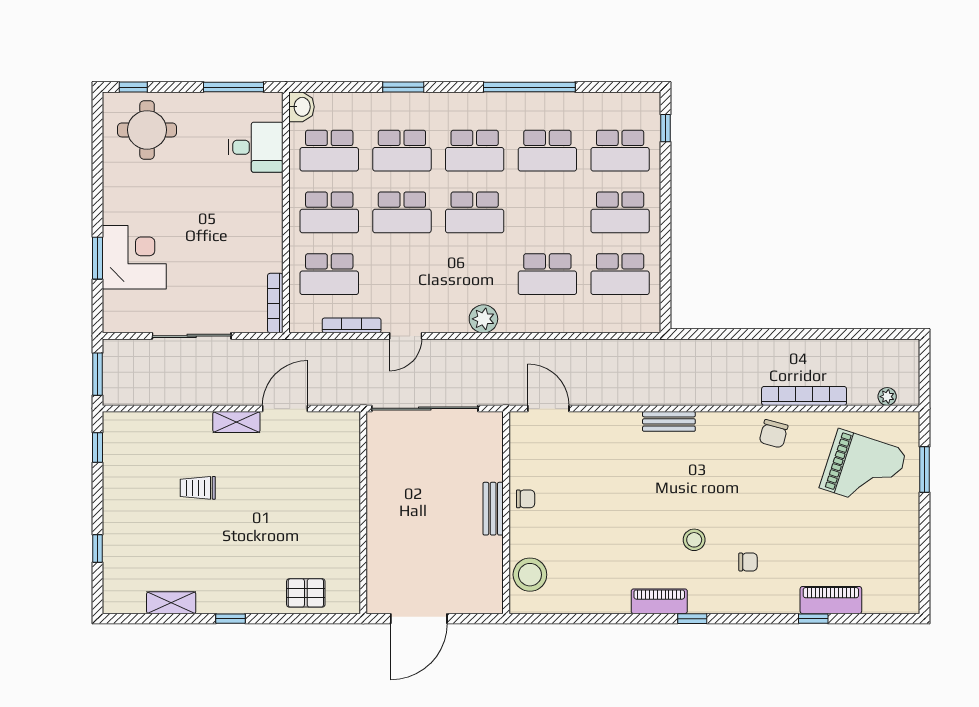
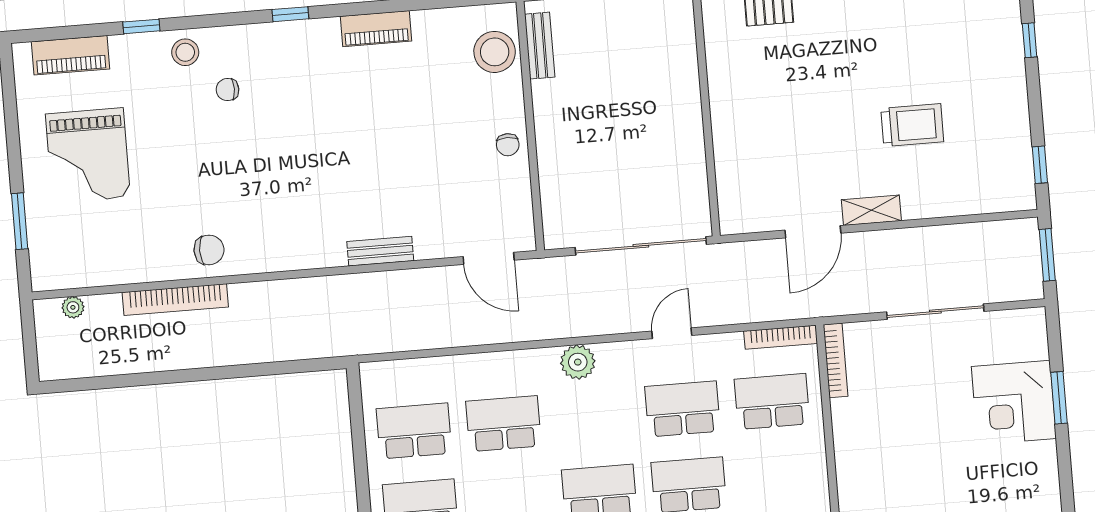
school desk: (329, 212) -> (683, 409), moved
bookcase: (352, 325) -> (781, 337), moved
bench: (669, 421) -> (380, 251), moved
chair: (774, 434) -> (209, 250), turned 75
grand piano: (863, 469) -> (88, 156), moved, turned -108
trolley: (198, 488) -> (912, 125), width x1.36, depth x1.39
chair: (526, 499) -> (508, 145), turned -90
bench: (493, 509) -> (540, 46), moved
stool: (694, 540) -> (185, 52), moved
piano: (831, 600) -> (71, 55), moved
piano: (659, 601) -> (376, 29), moved

